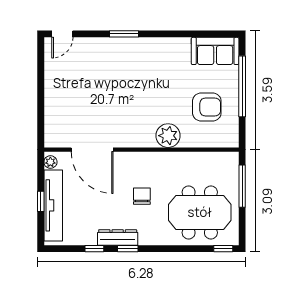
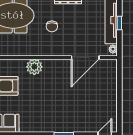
door: (92, 150) -> (85, 57), swing flipped

